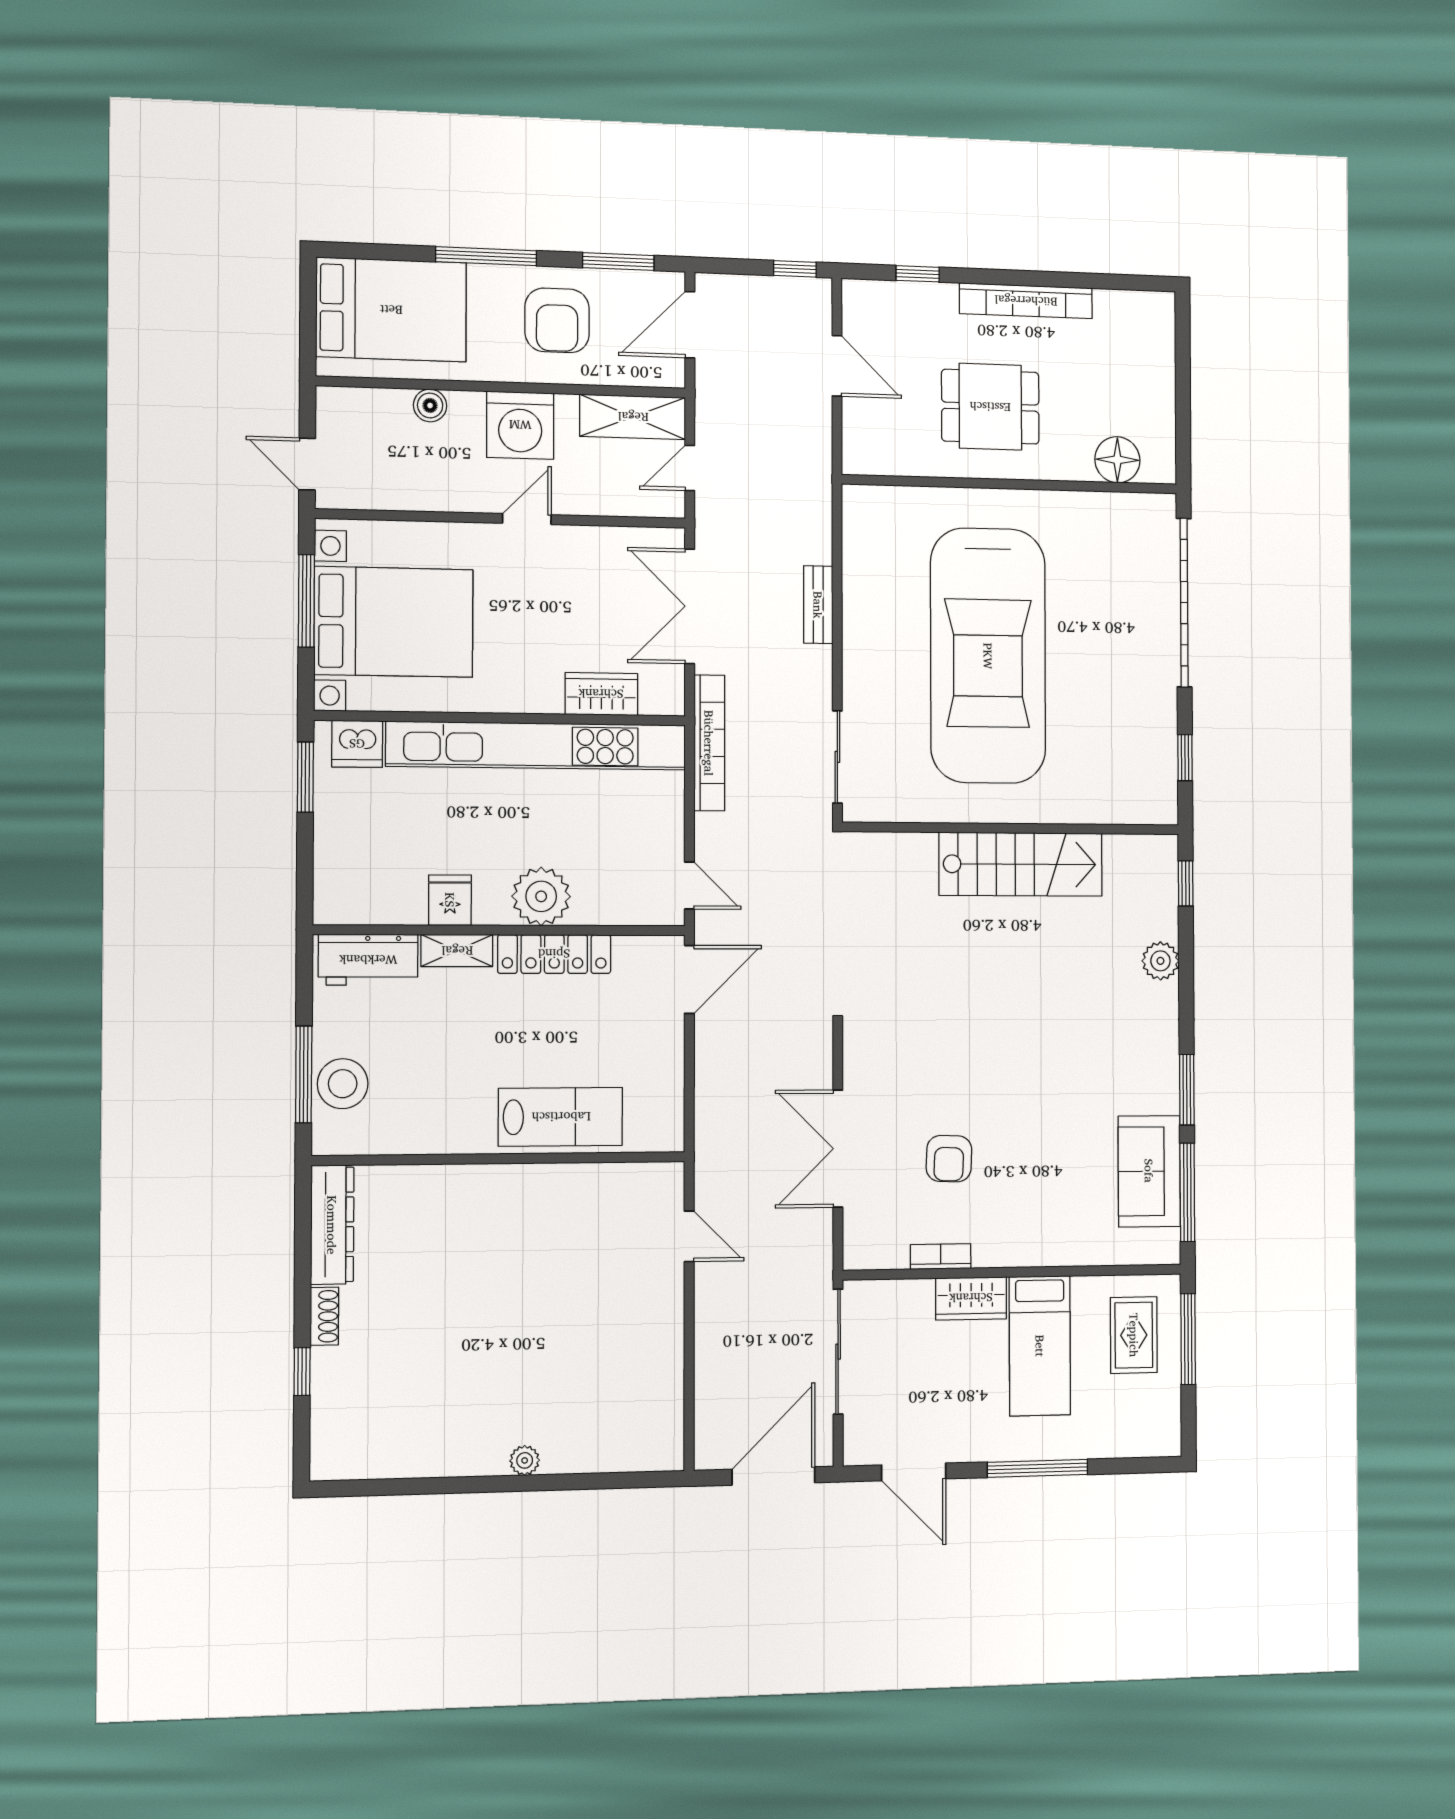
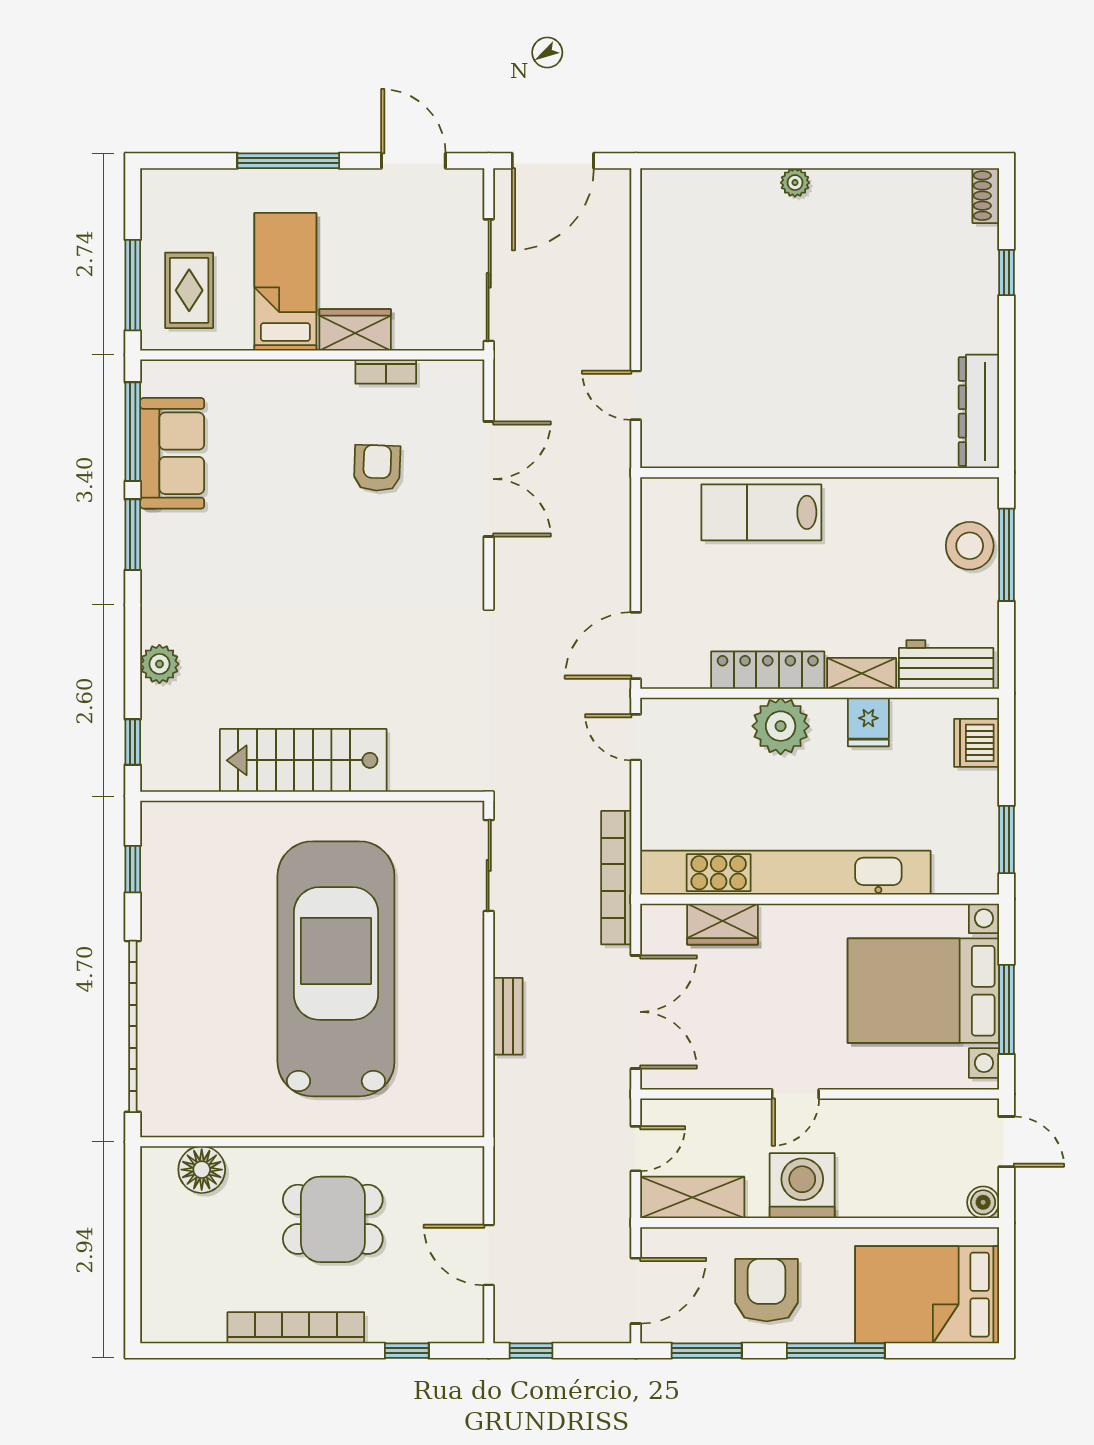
boiler: (430, 405) -> (983, 1202), moved
dishwasher: (357, 744) -> (977, 743), moved, turned -90
shoe rack: (324, 1316) -> (986, 196), moved

